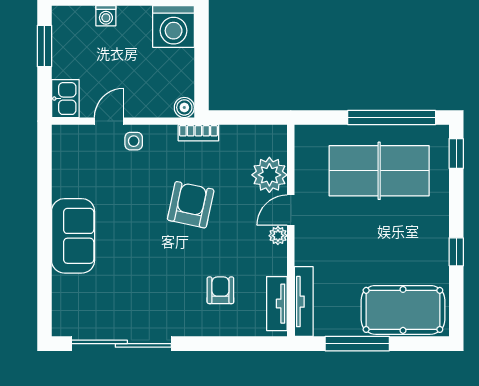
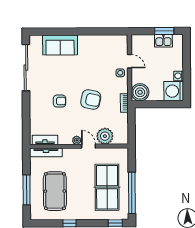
washing machine: (106, 16) -> (179, 76), moved
kitchen sink: (65, 99) -> (163, 41), moved
boiler: (184, 107) -> (140, 92), width x1.86, depth x1.86
sofa: (73, 236) -> (60, 45), moved
armchair: (220, 290) -> (60, 101), moved
pool table: (403, 310) -> (55, 191), moved
window: (357, 344) -> (27, 190), moved

